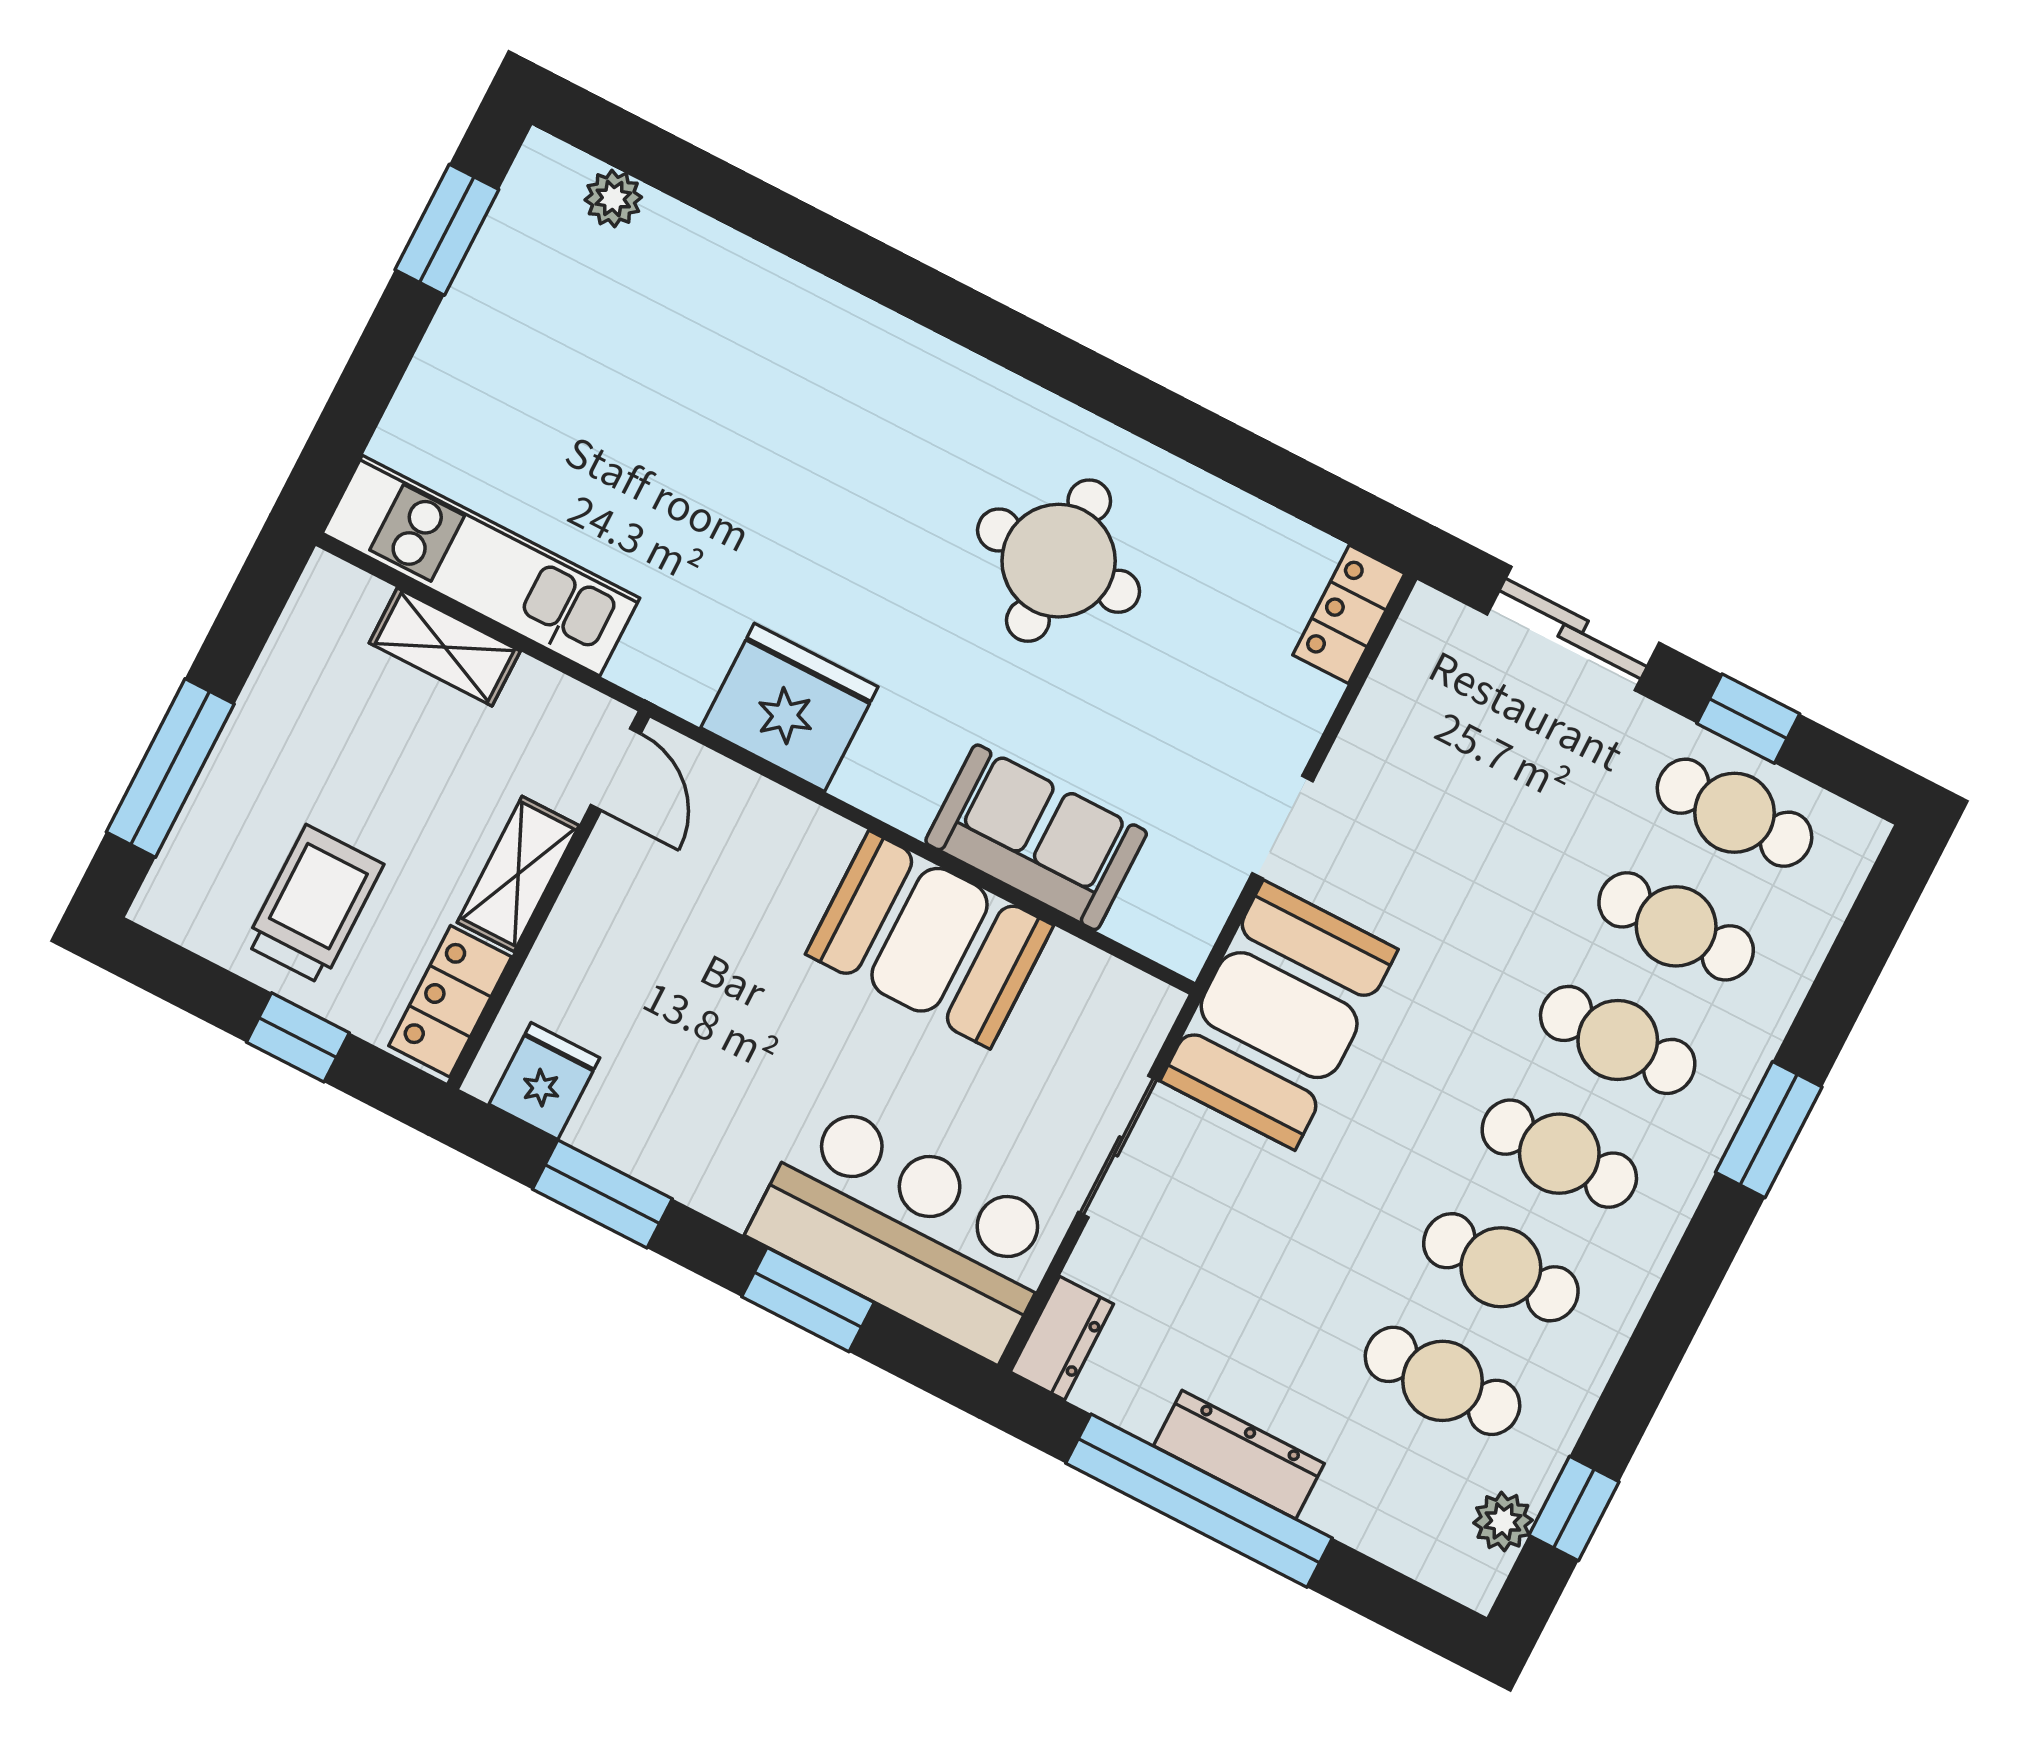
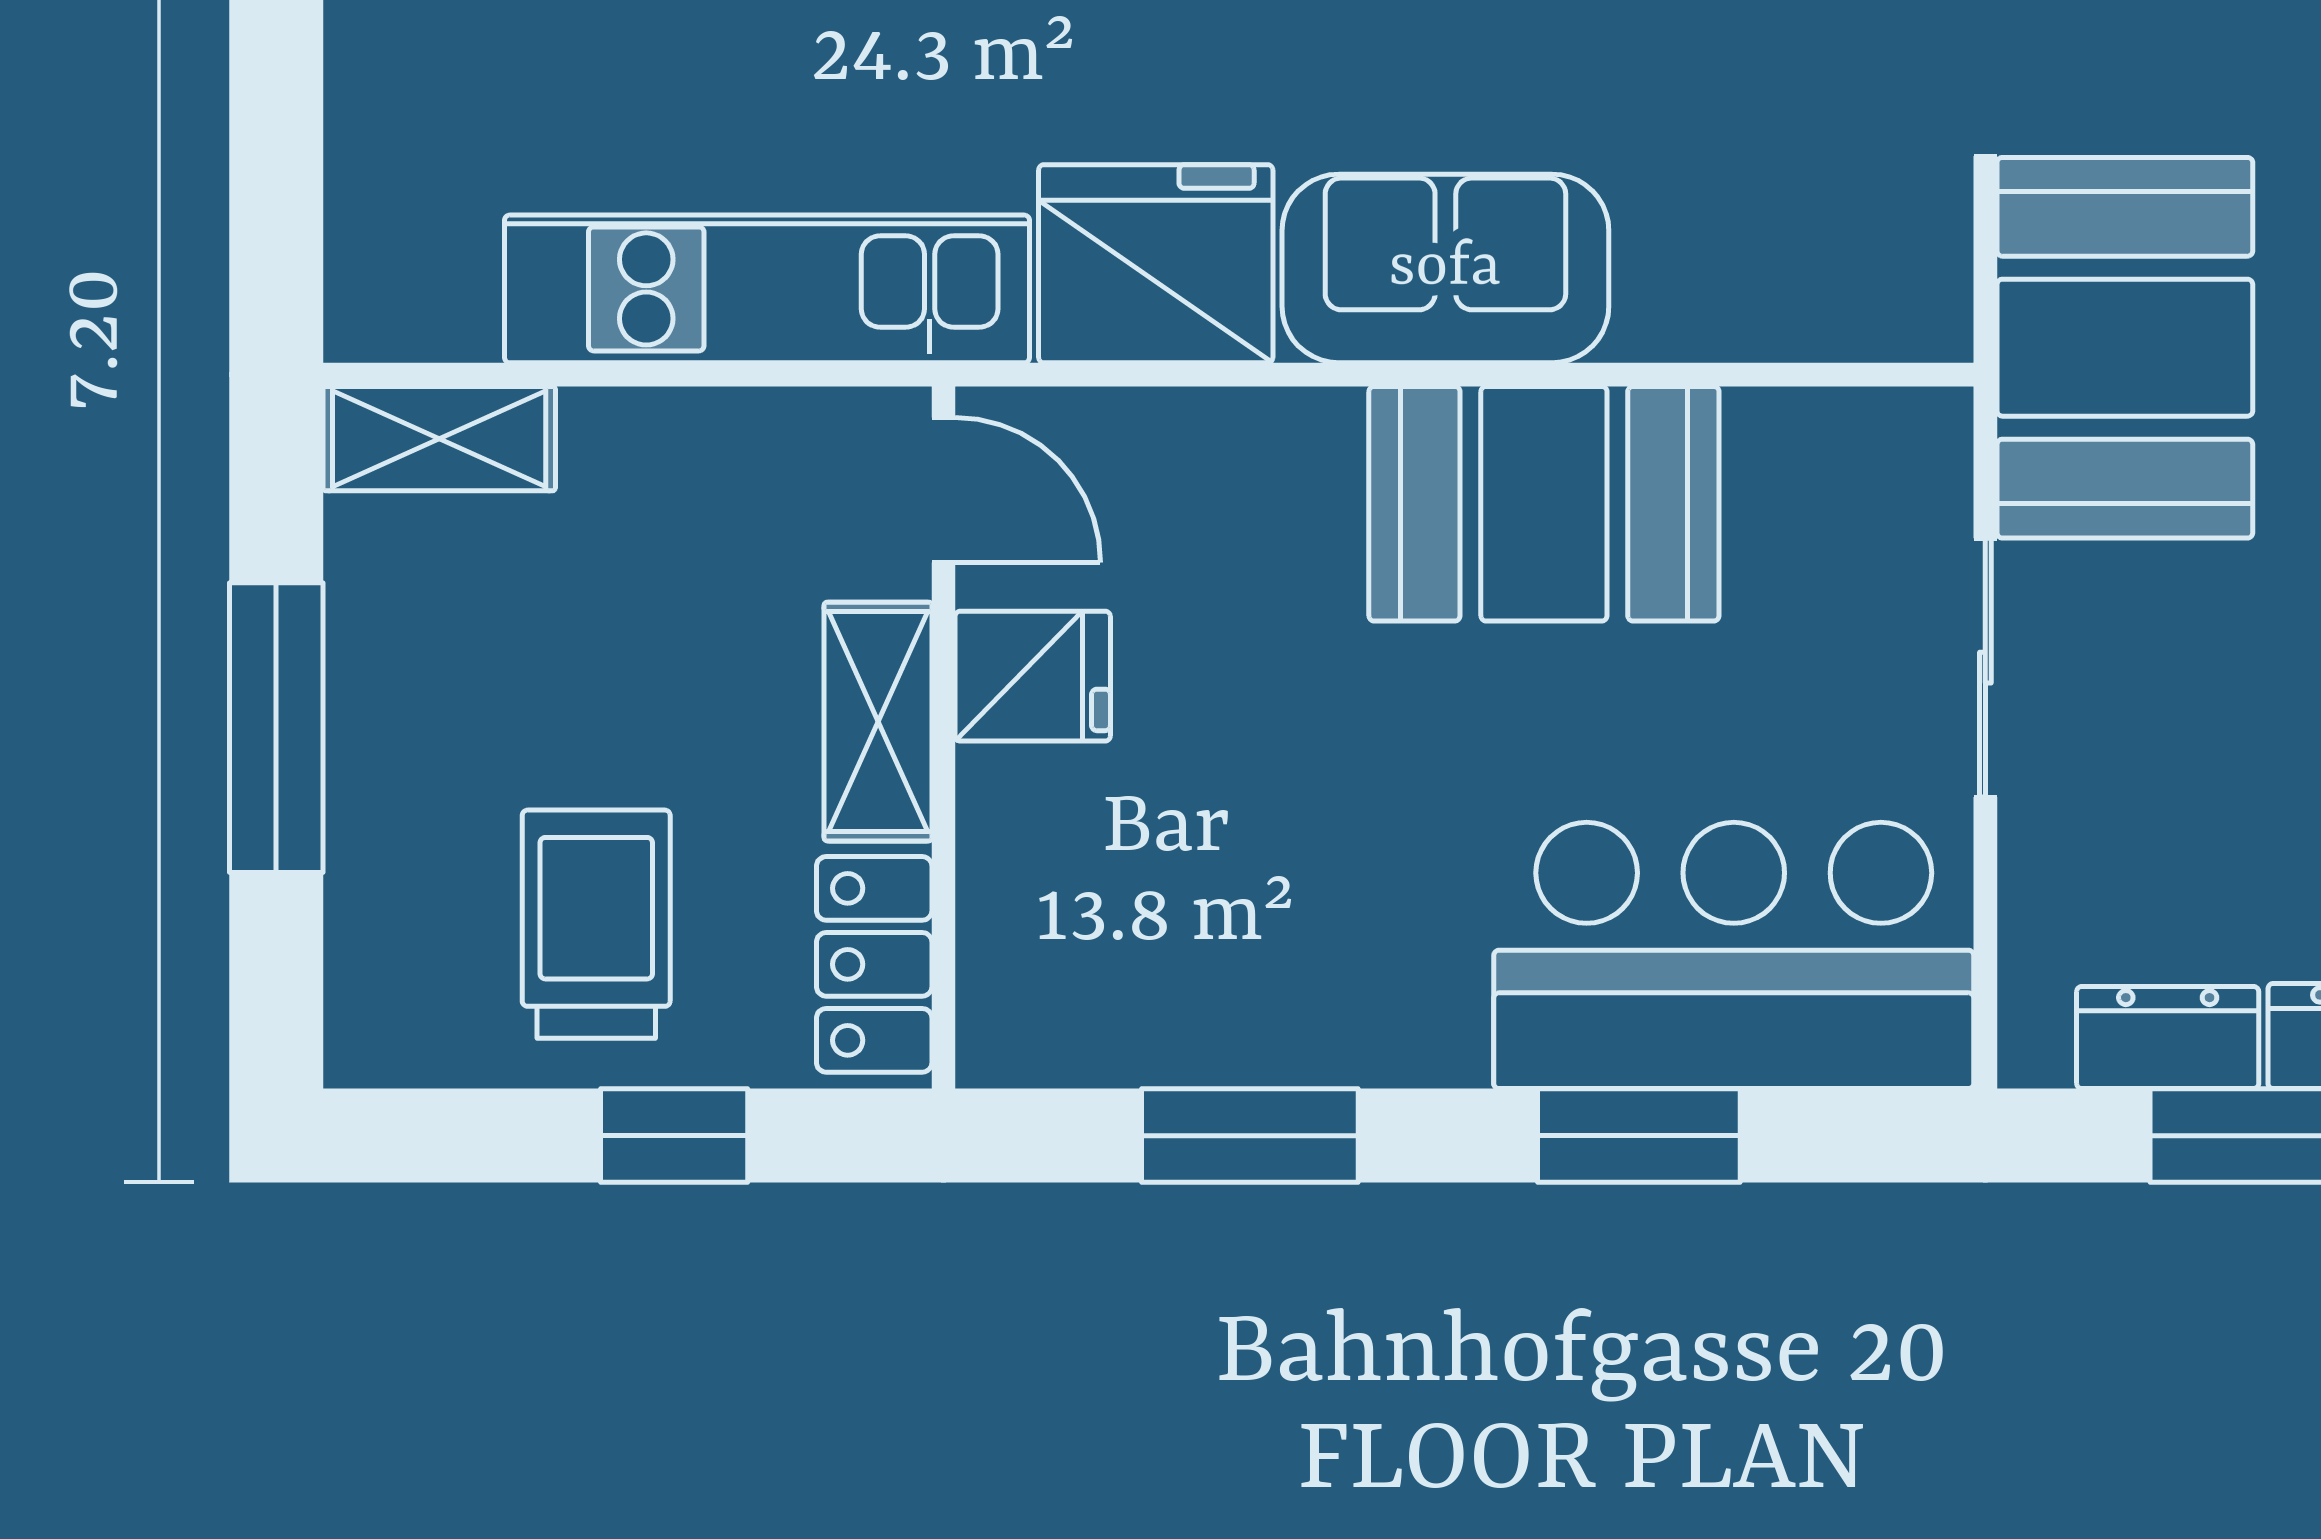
kitchen unit: (481, 566) -> (767, 289), moved
shelving: (445, 647) -> (439, 439), moved
window: (170, 768) -> (276, 728), moved
sofa: (1036, 837) -> (1445, 268), moved
fridge: (544, 1081) -> (1033, 676), moved, turned 90
dresser: (1062, 1338) -> (2168, 1038), moved, turned -90

